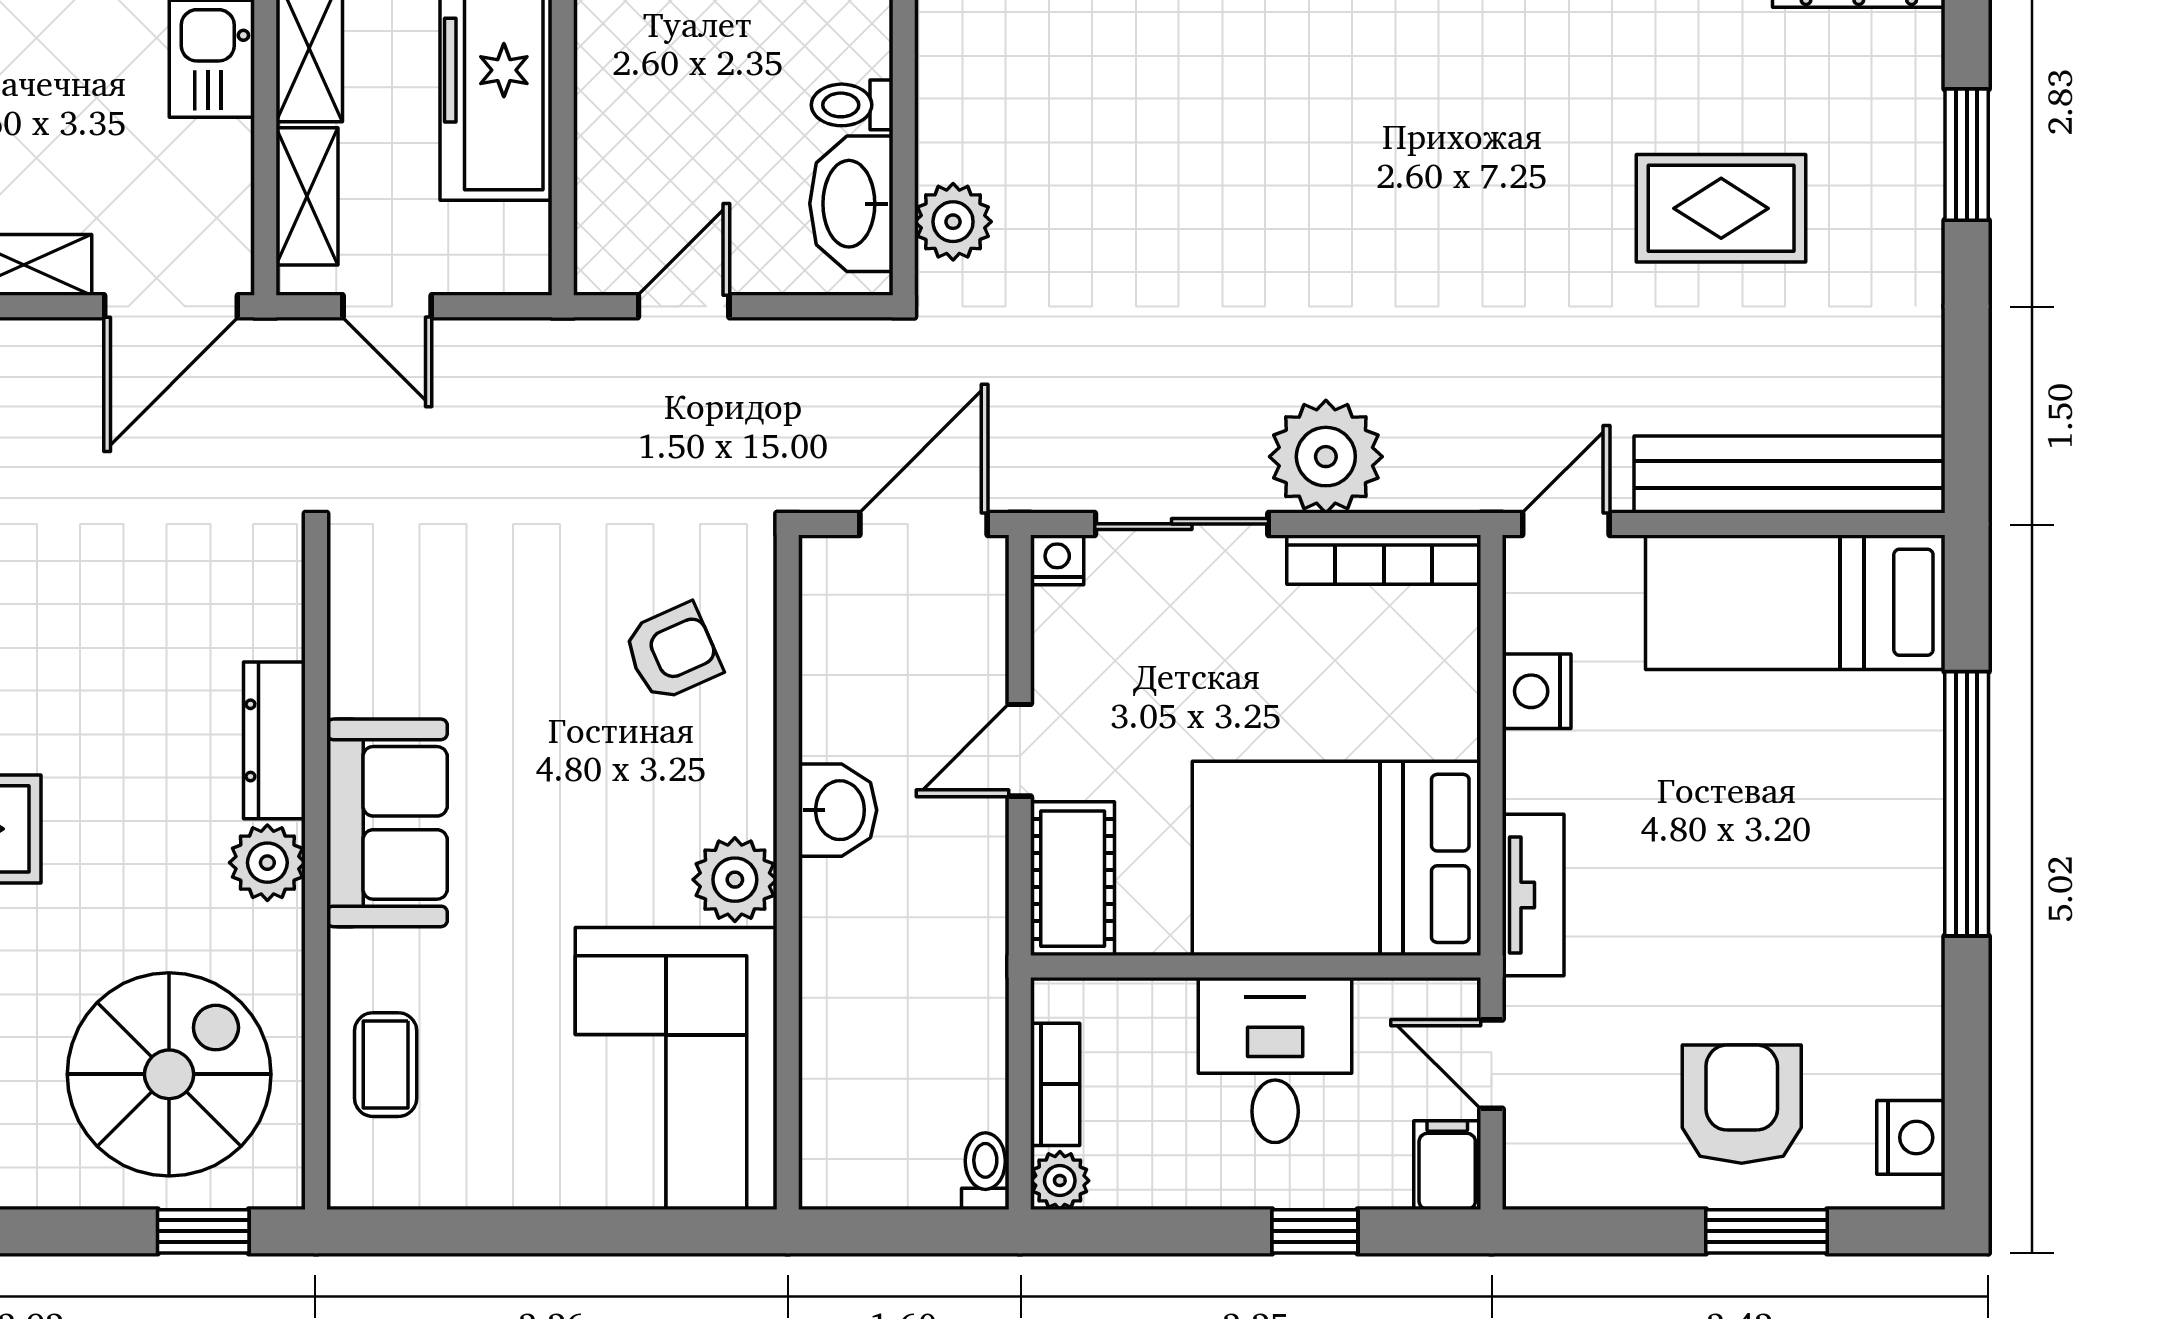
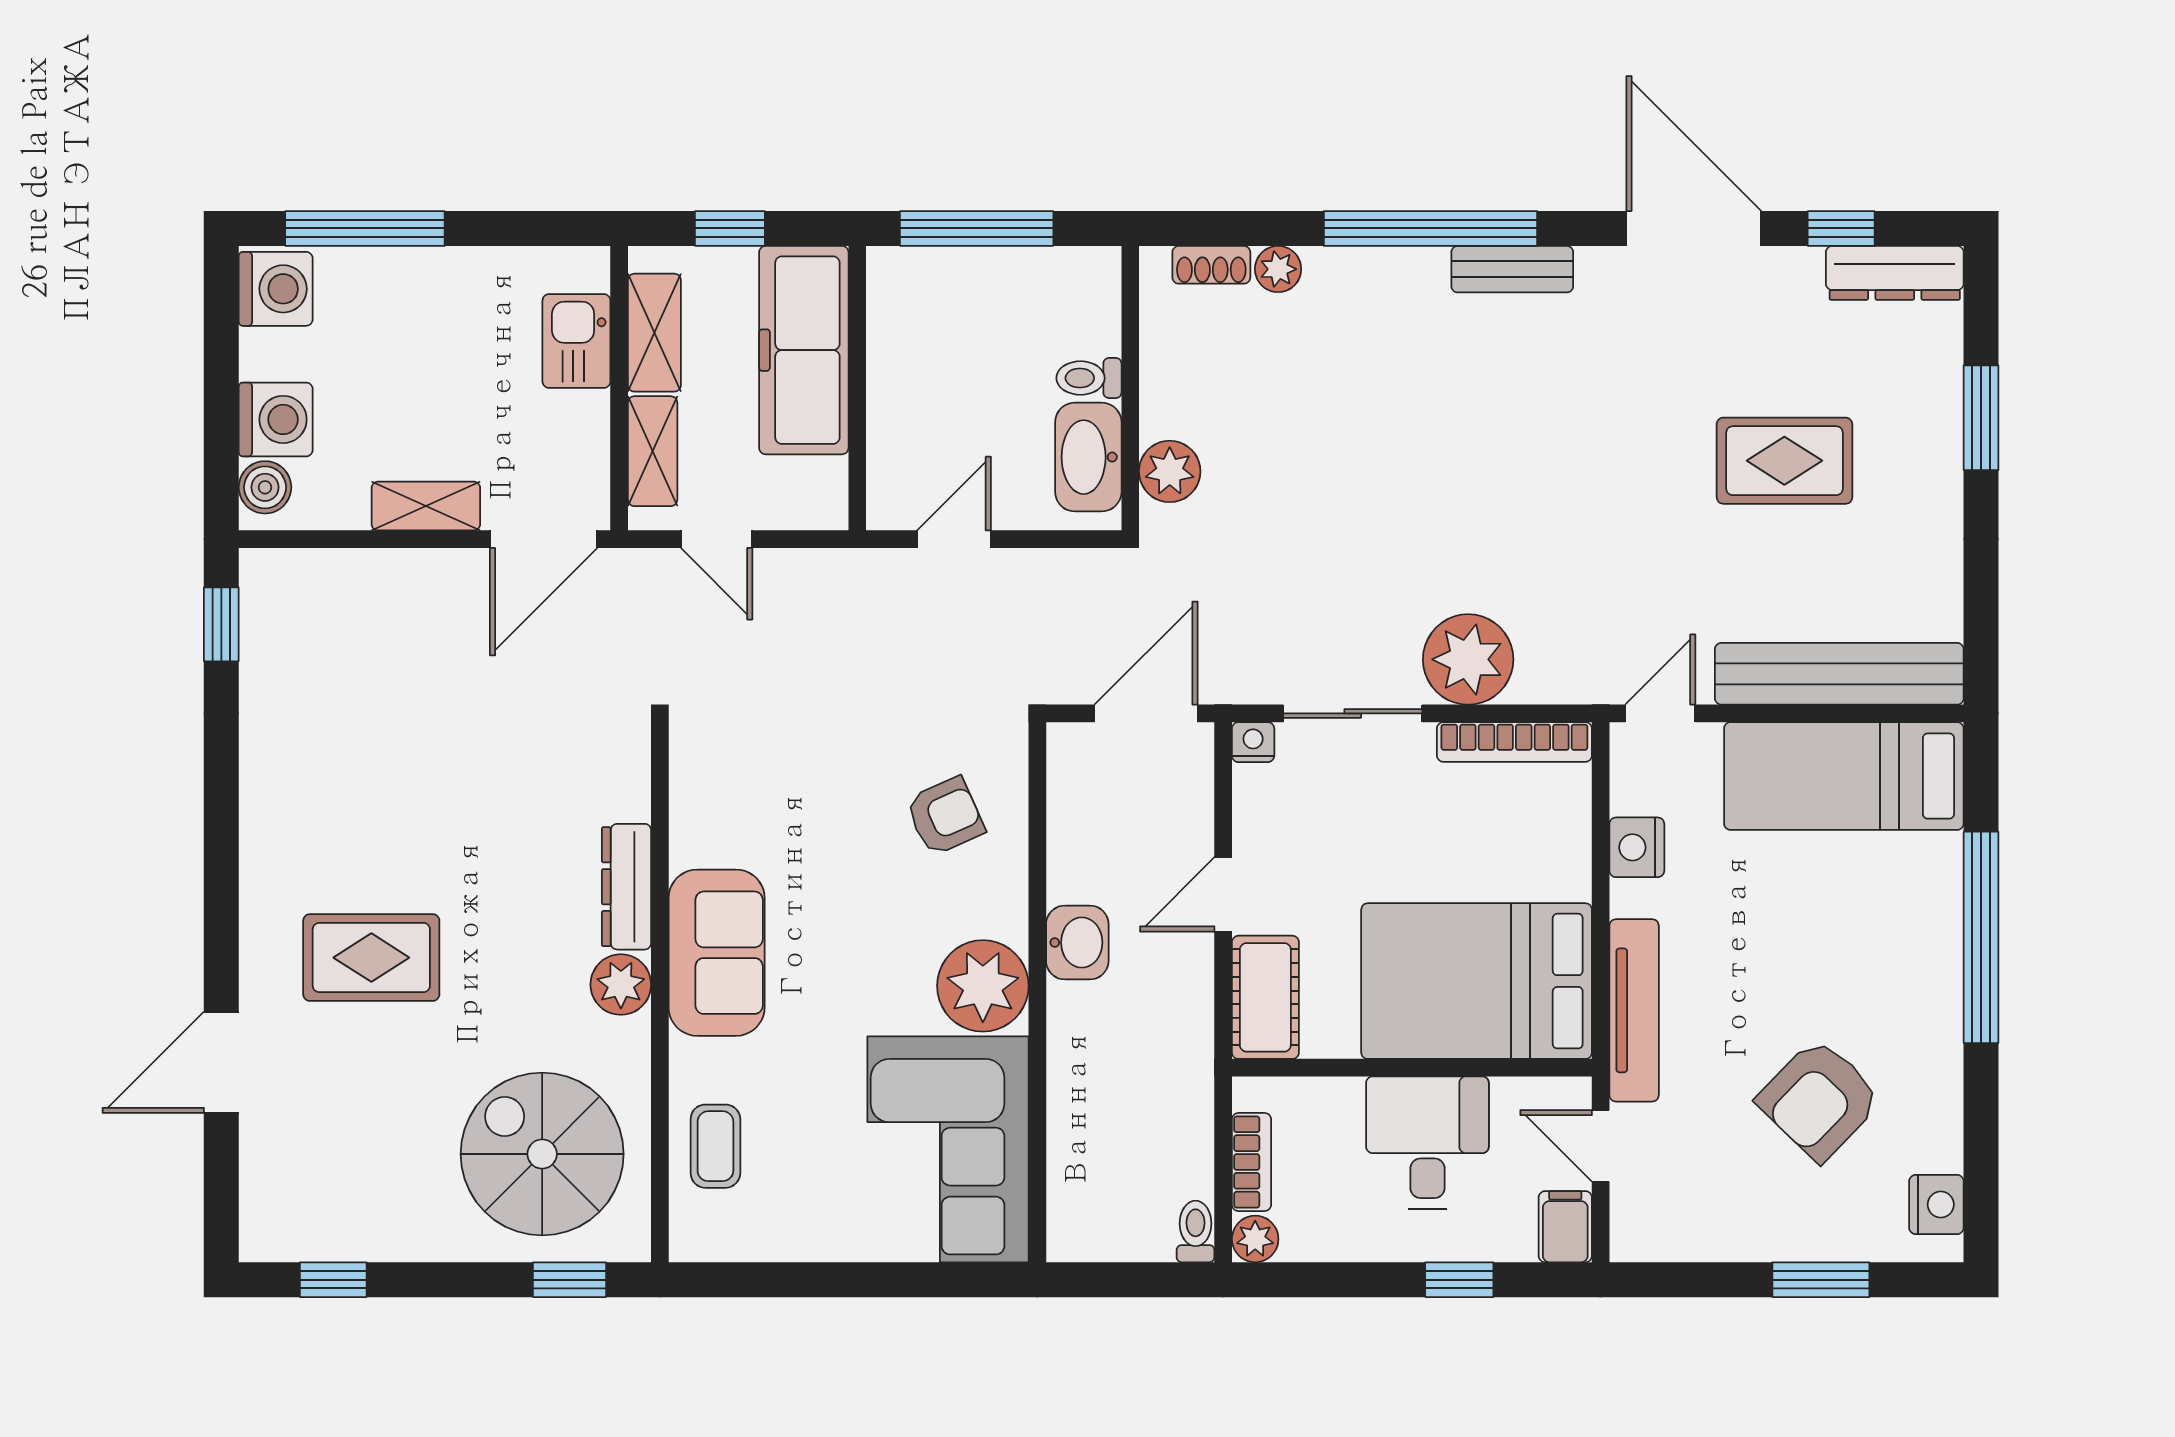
plant: (735, 880) -> (983, 986), width x1.36, depth x1.36
tv unit: (1533, 895) -> (1634, 1010), width x1.41
spiral stairs: (169, 1074) -> (542, 1154), turned -90
armchair: (1742, 1104) -> (1819, 1100), moved, turned -136

